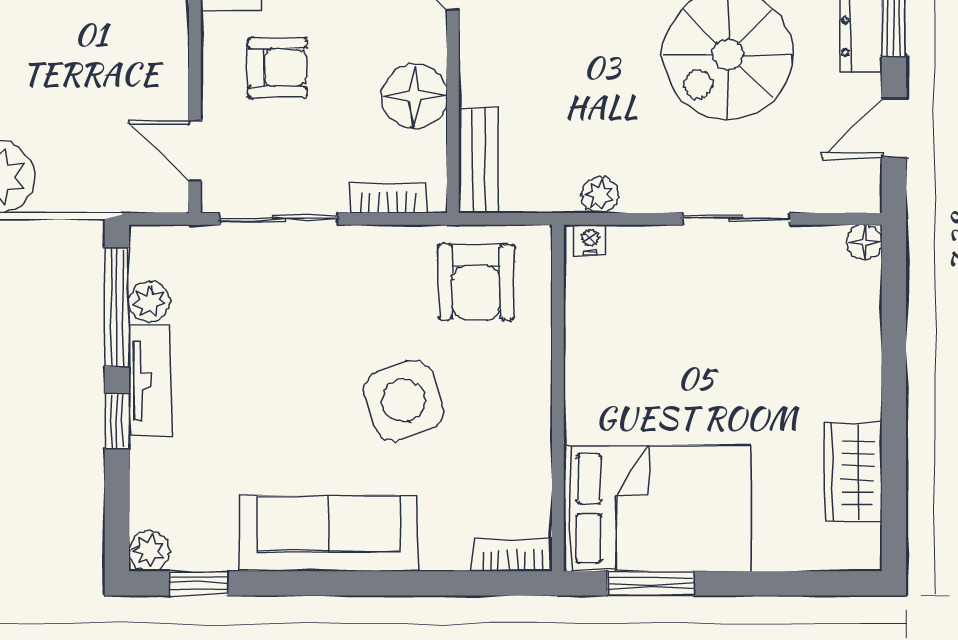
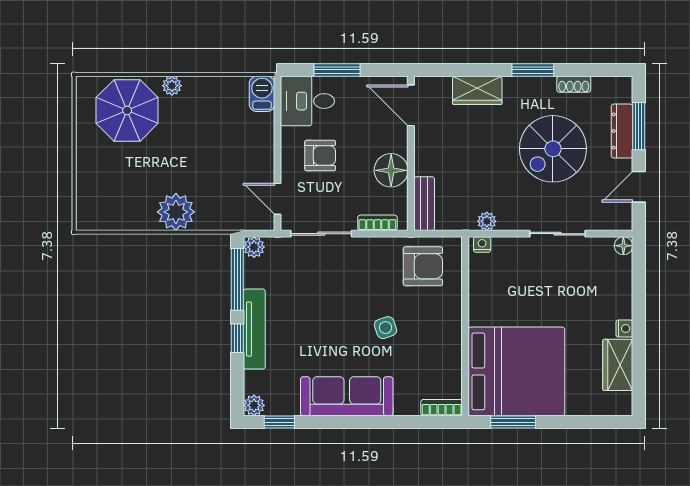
armchair: (476, 282) -> (423, 266), turned -90
plant: (149, 302) -> (254, 247), moved
tv unit: (150, 381) -> (254, 329), width x1.41
side table: (404, 401) -> (385, 328), width x0.54, depth x0.54
nightstand: (866, 402) -> (624, 329), added
bed: (657, 508) -> (516, 371), width x1.36

